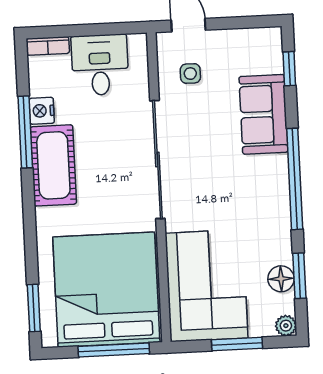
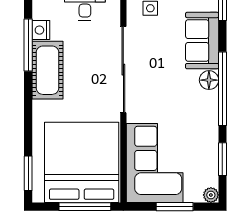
floor lamp: (281, 279) -> (209, 80), moved

